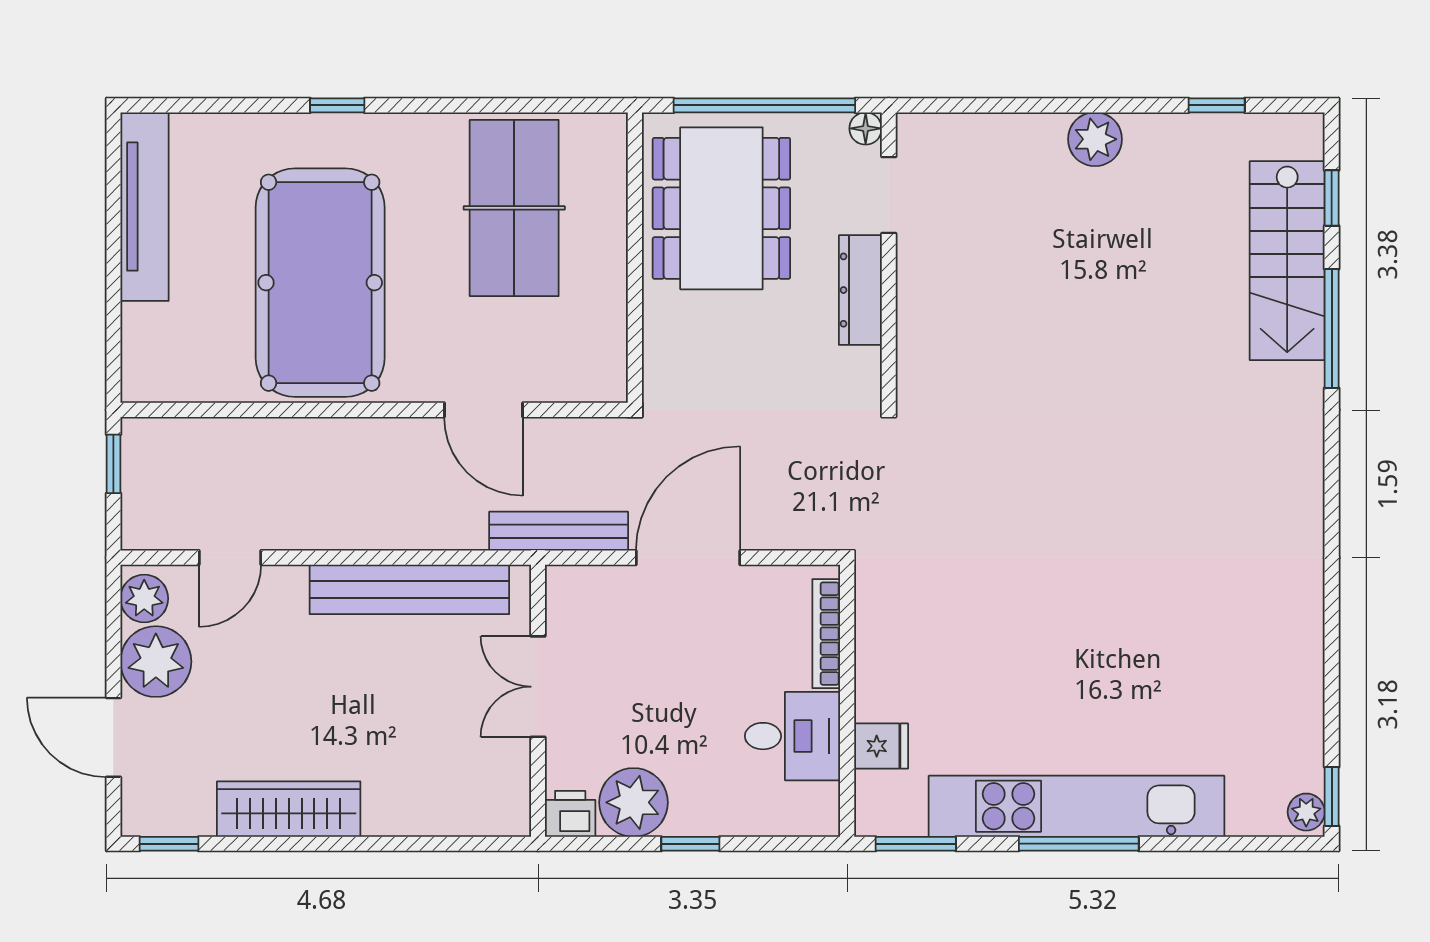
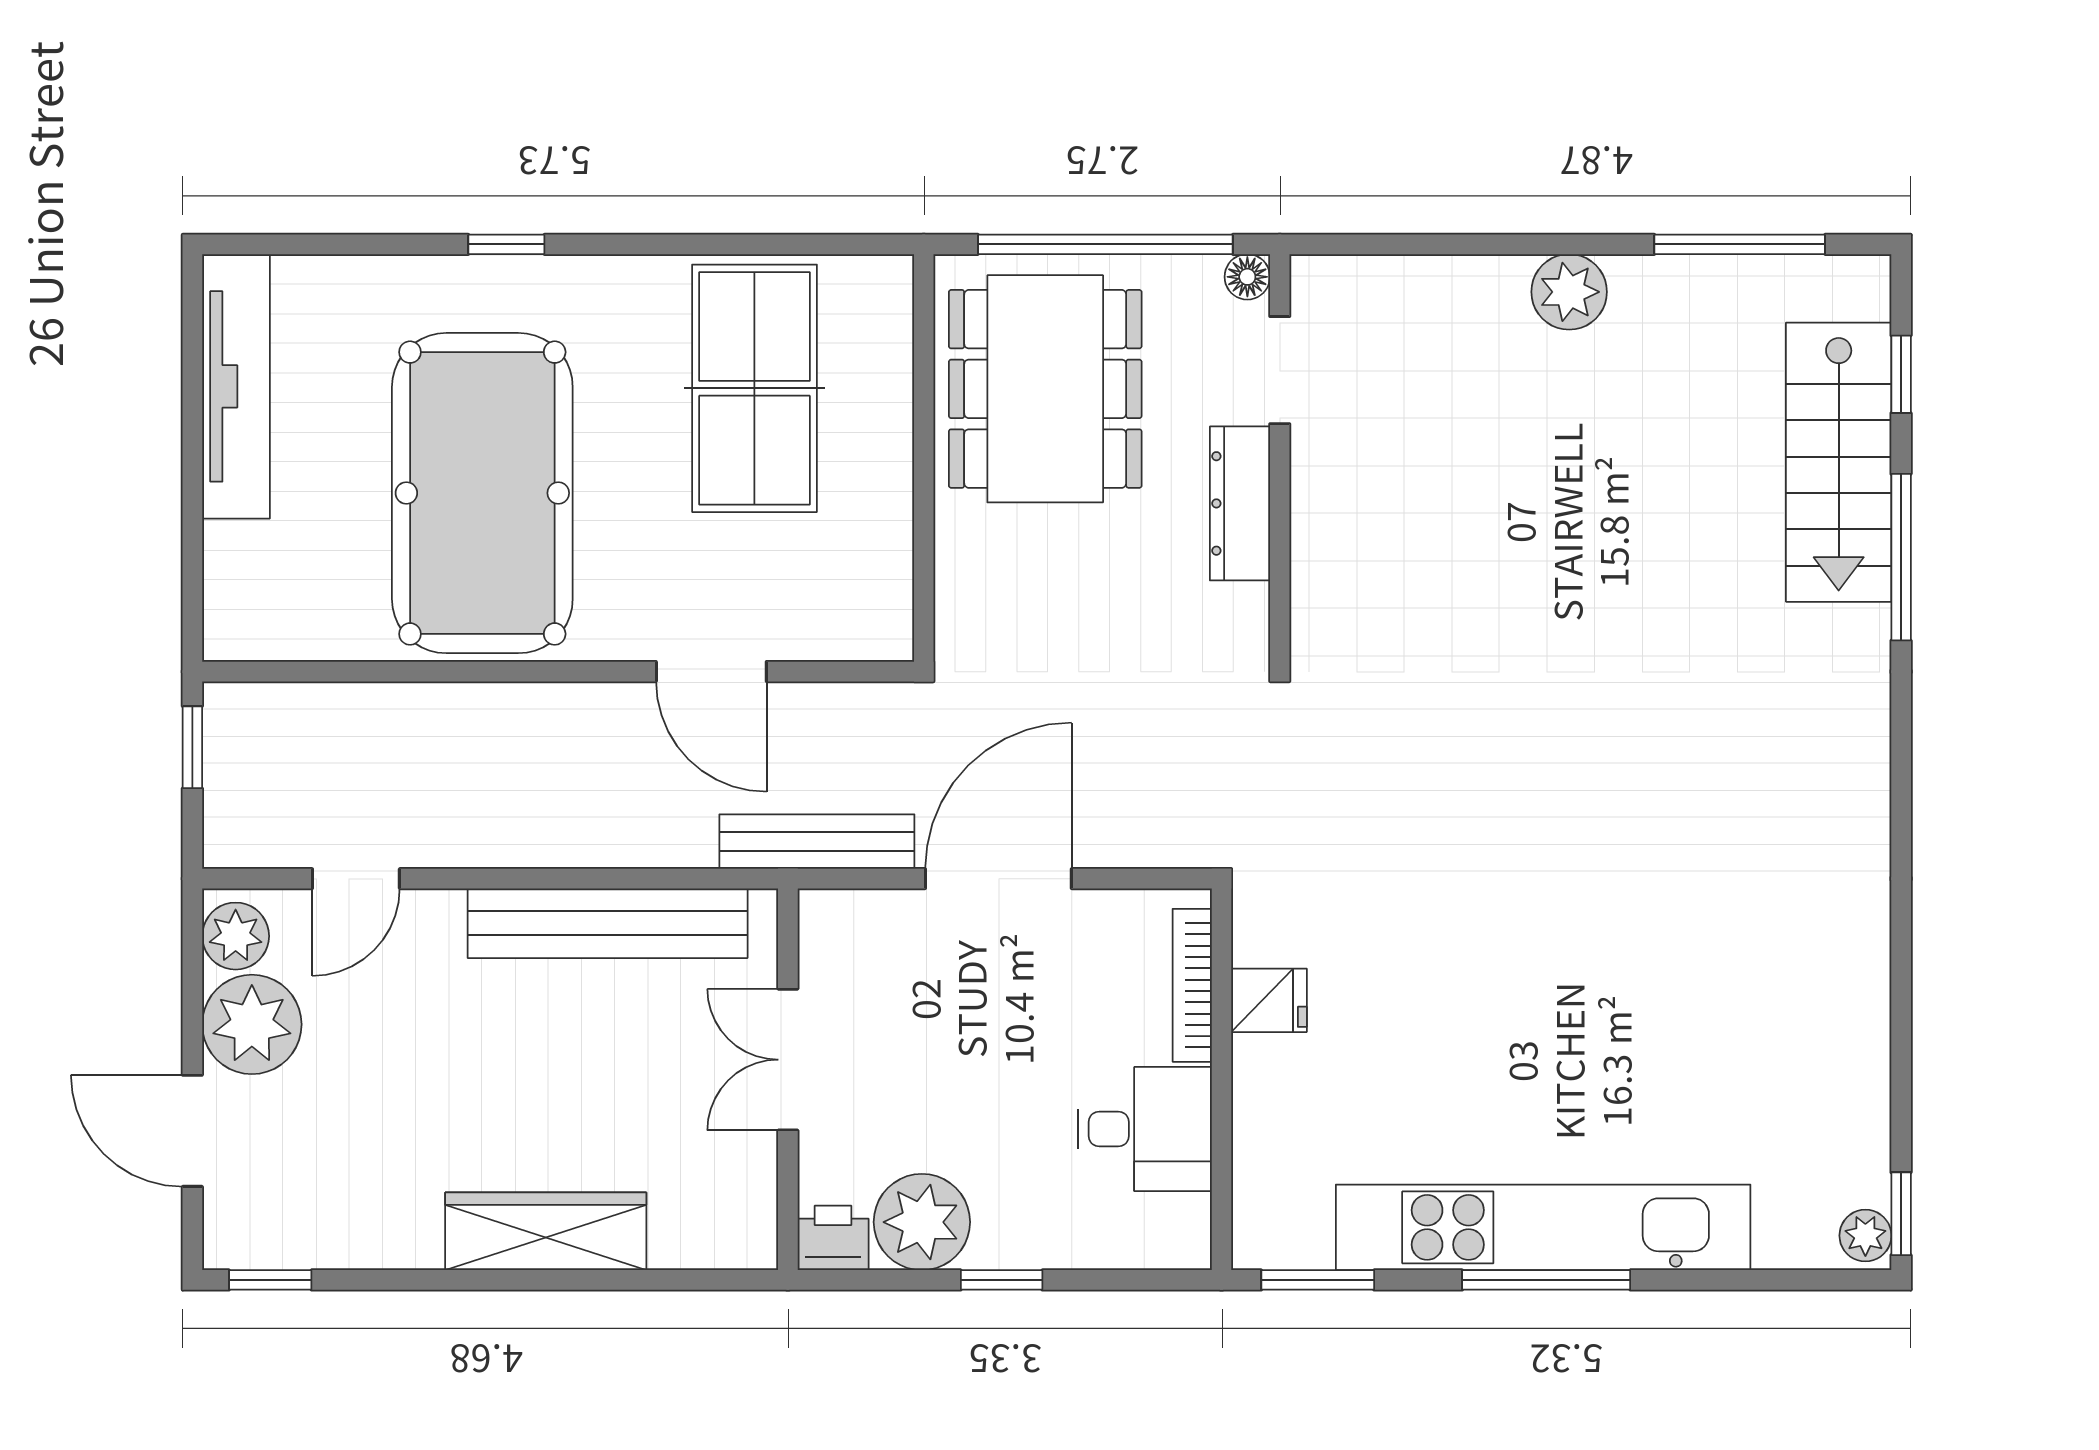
window: (1217, 105) -> (1740, 244), width x2.17
fridge: (881, 746) -> (1269, 1000), moved
wardrobe: (289, 809) -> (546, 1231), moved

